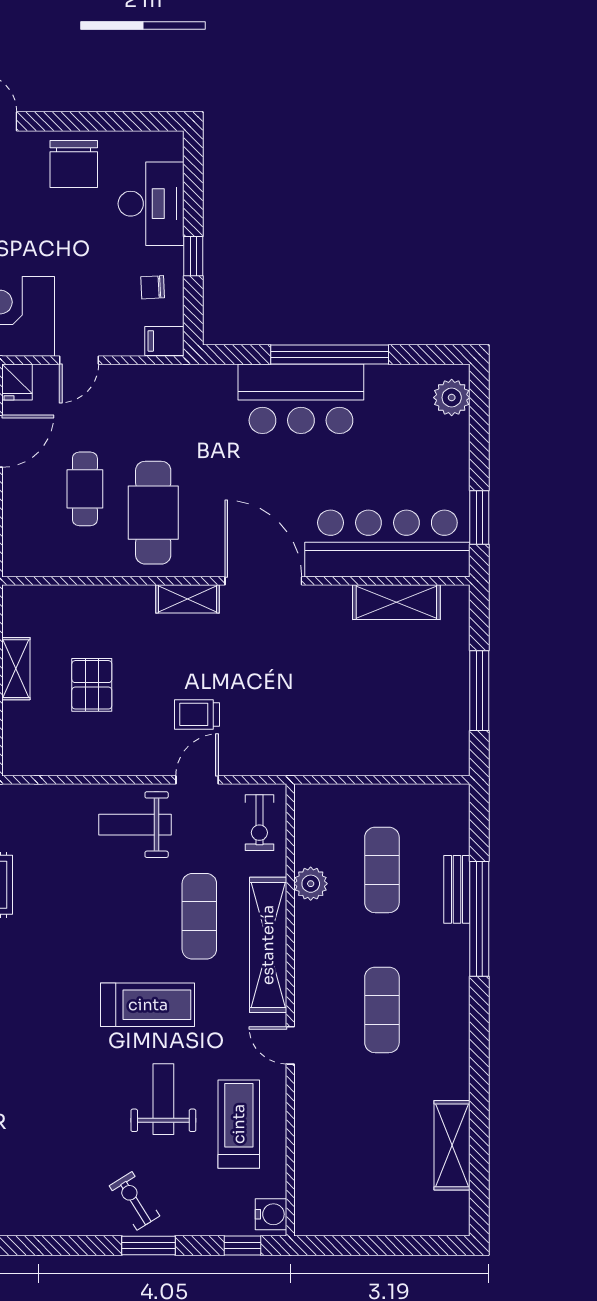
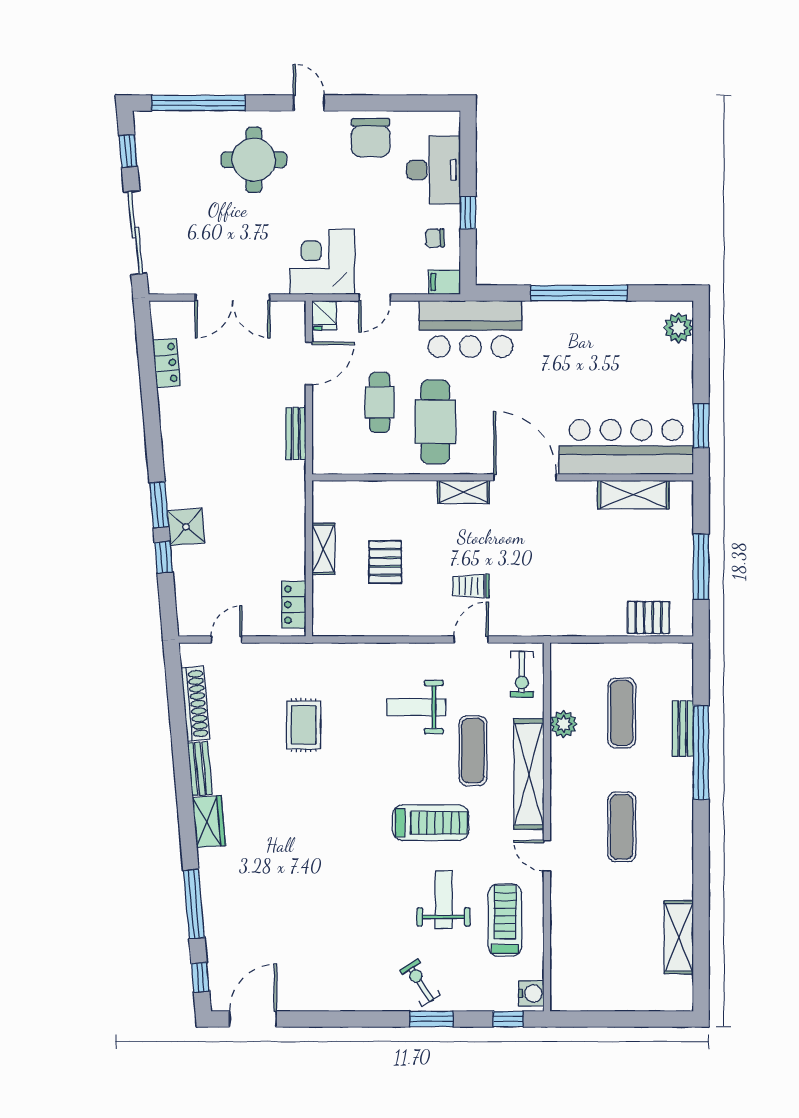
bar counter: (301, 399) -> (470, 329), moved
pallet: (415, 753) -> (648, 617), added
weight bench: (135, 825) -> (416, 707), moved

